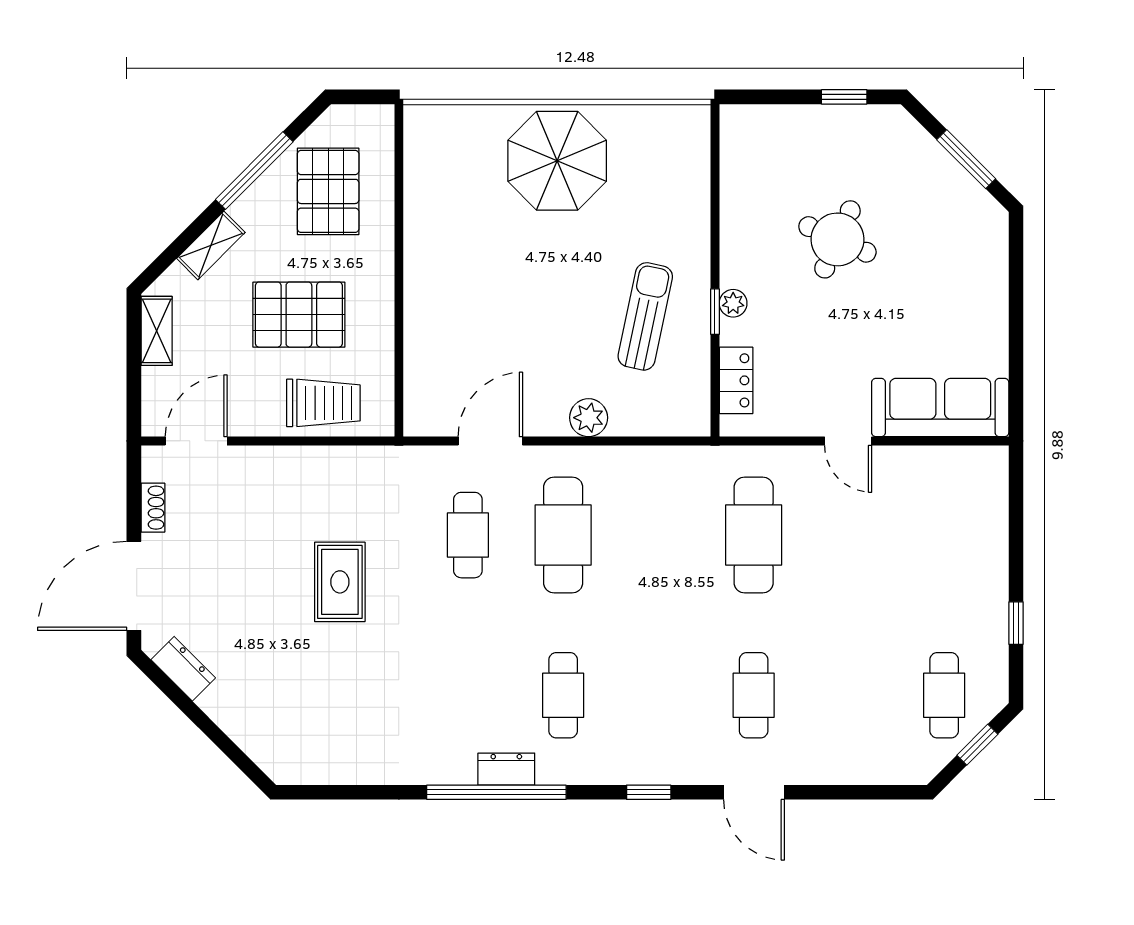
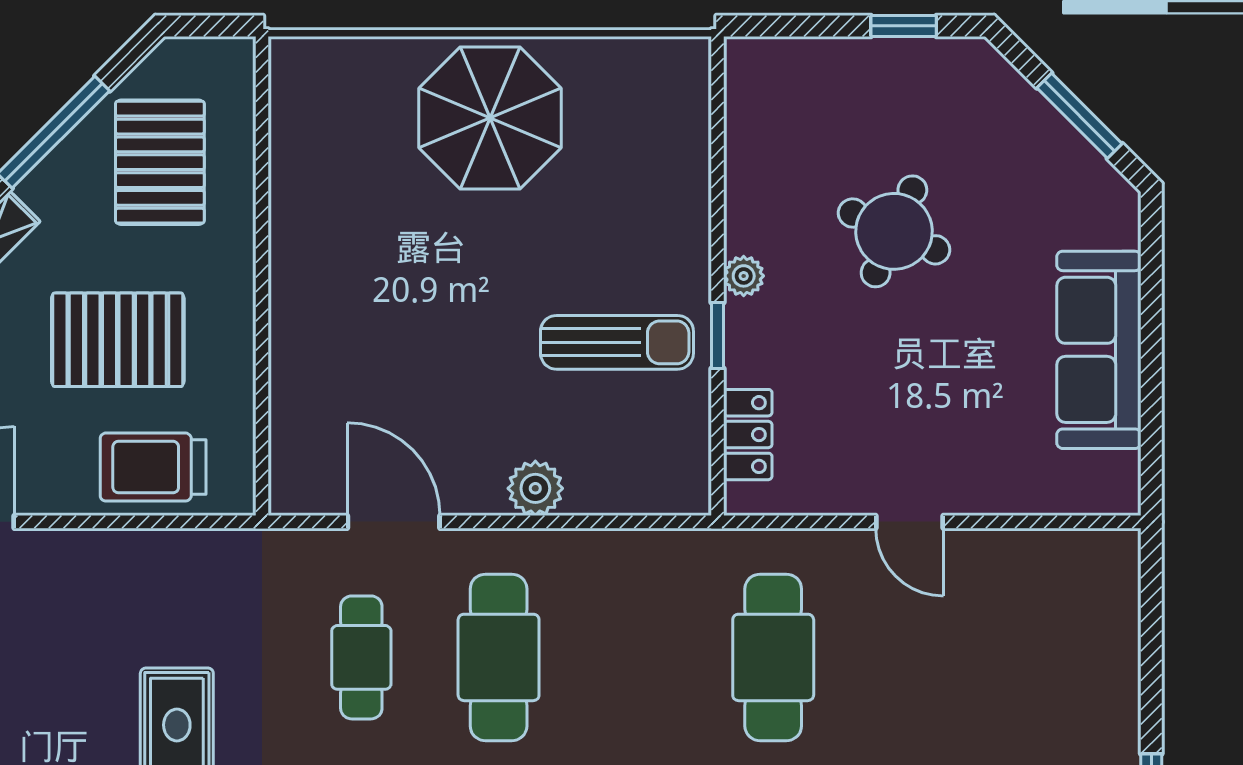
plant: (733, 303) -> (744, 276), moved
sun lounger: (645, 316) -> (617, 342), turned 78
trolley: (323, 403) -> (153, 467), turned 180
sofa: (940, 408) -> (1099, 350), moved, turned -90
door: (490, 441) -> (394, 522), hinge flipped

